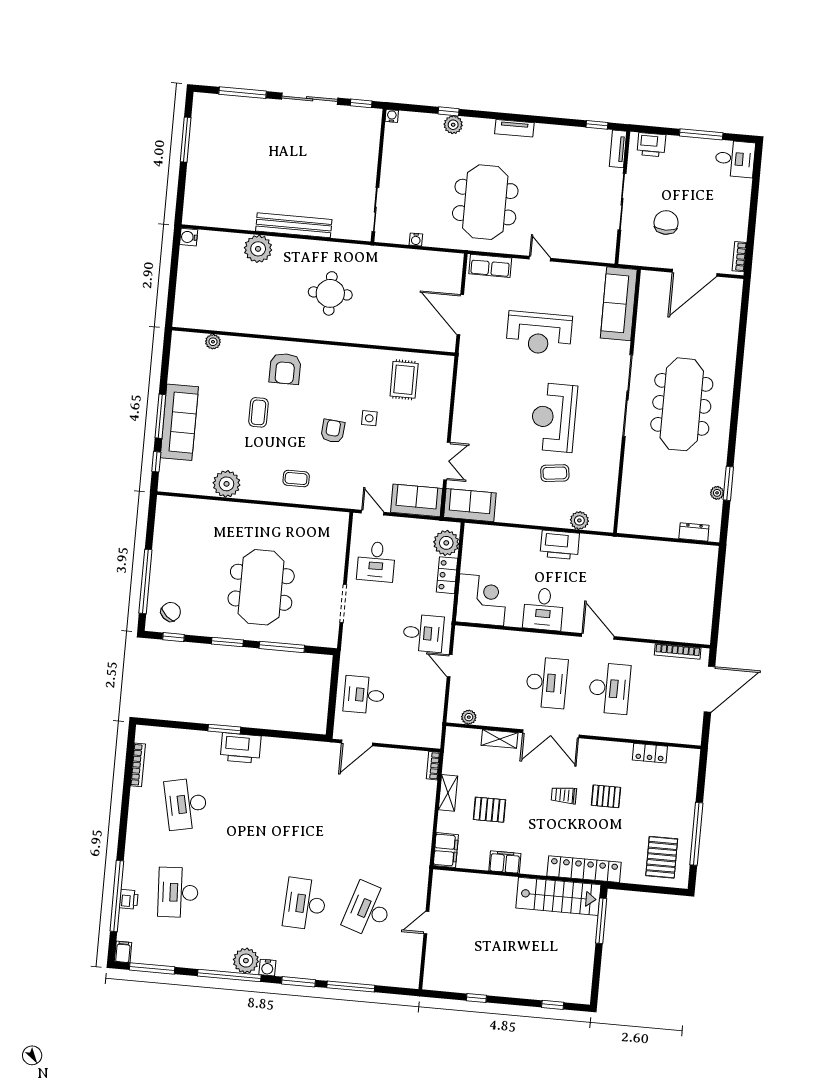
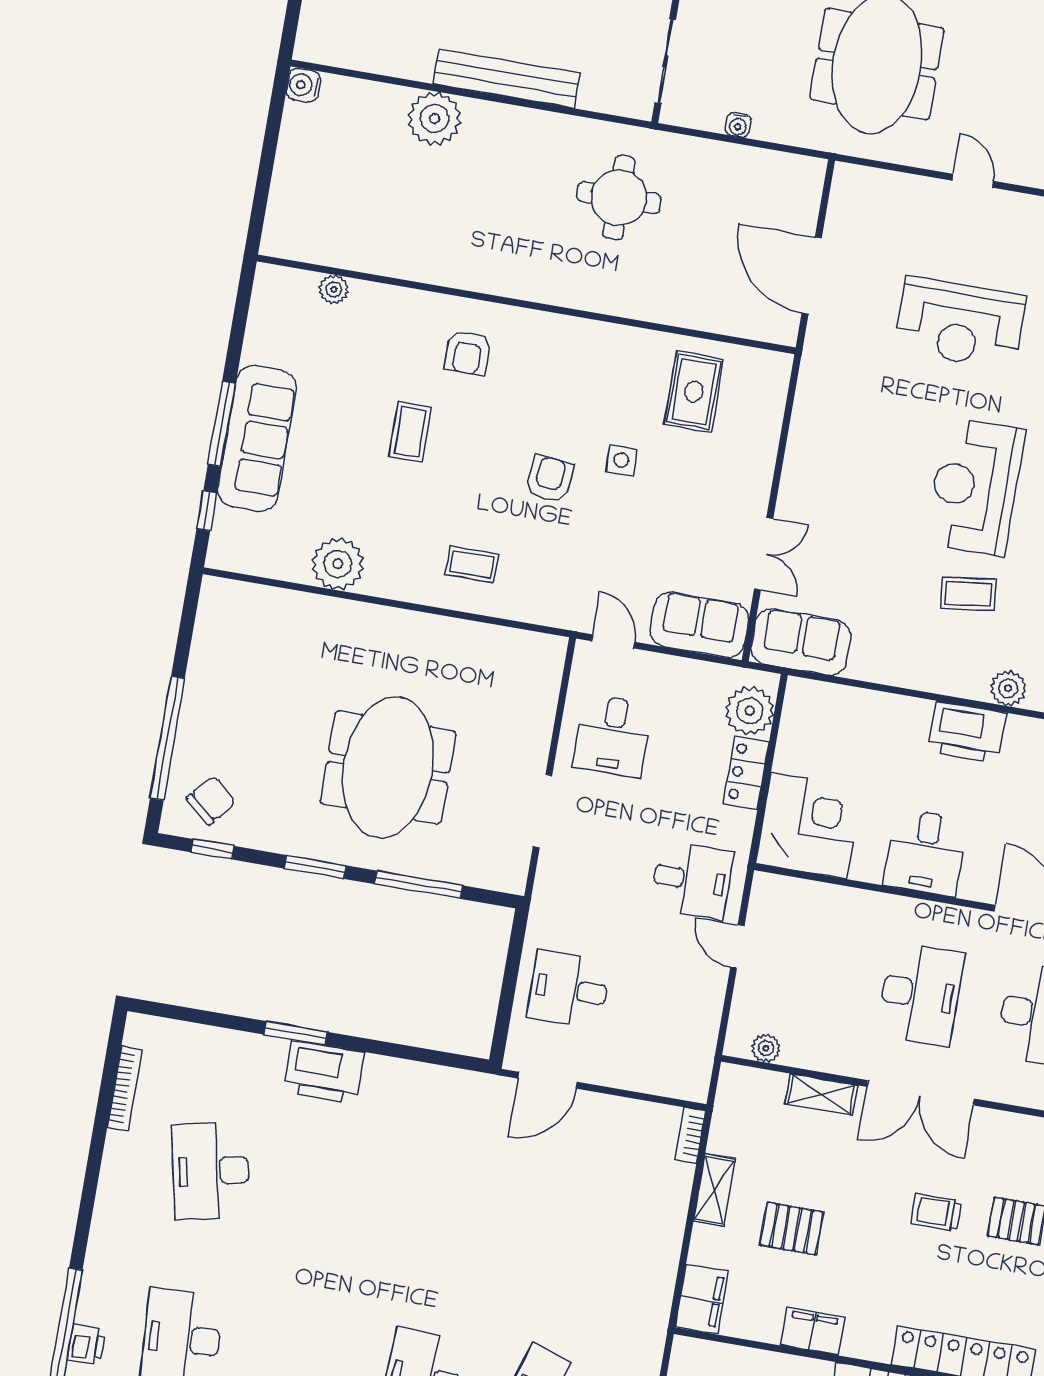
row of seats: (490, 266) -> (877, 187), removed
round table: (330, 293) -> (619, 198), moved
armchair: (285, 369) -> (468, 352), width x0.72, depth x0.72

